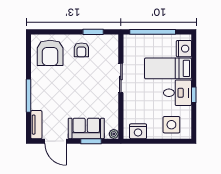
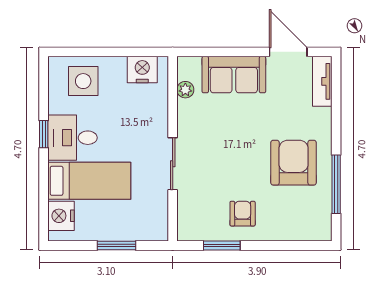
window: (153, 32) -> (117, 246), width x0.47
armchair: (50, 53) -> (294, 163), moved
window: (29, 96) -> (336, 184), moved
plant: (114, 134) -> (185, 90), moved
window: (91, 141) -> (226, 52), removed

